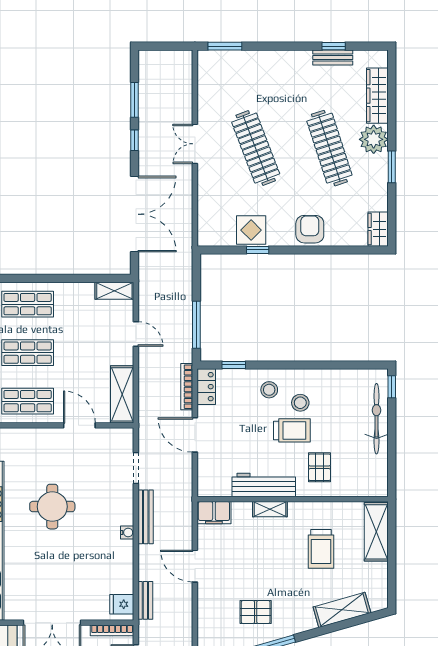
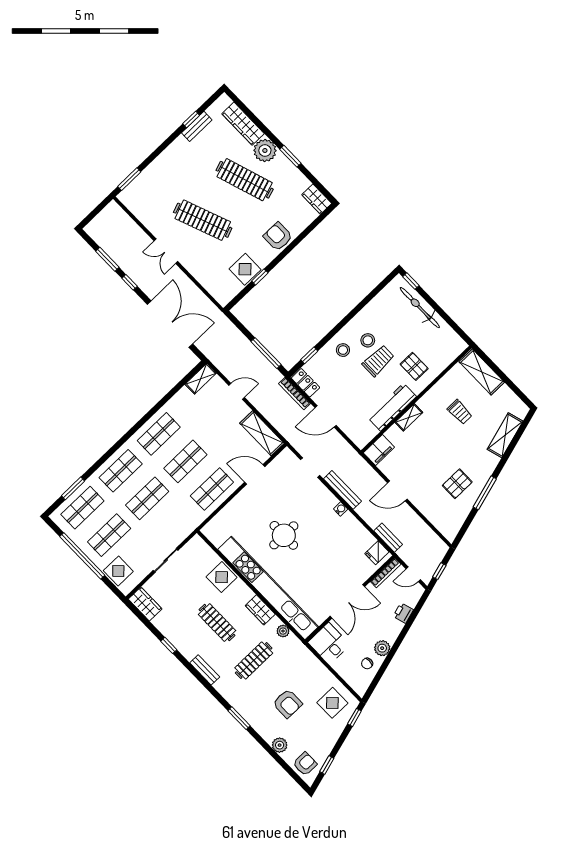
trolley: (321, 549) -> (460, 412), width x0.73, depth x0.72

